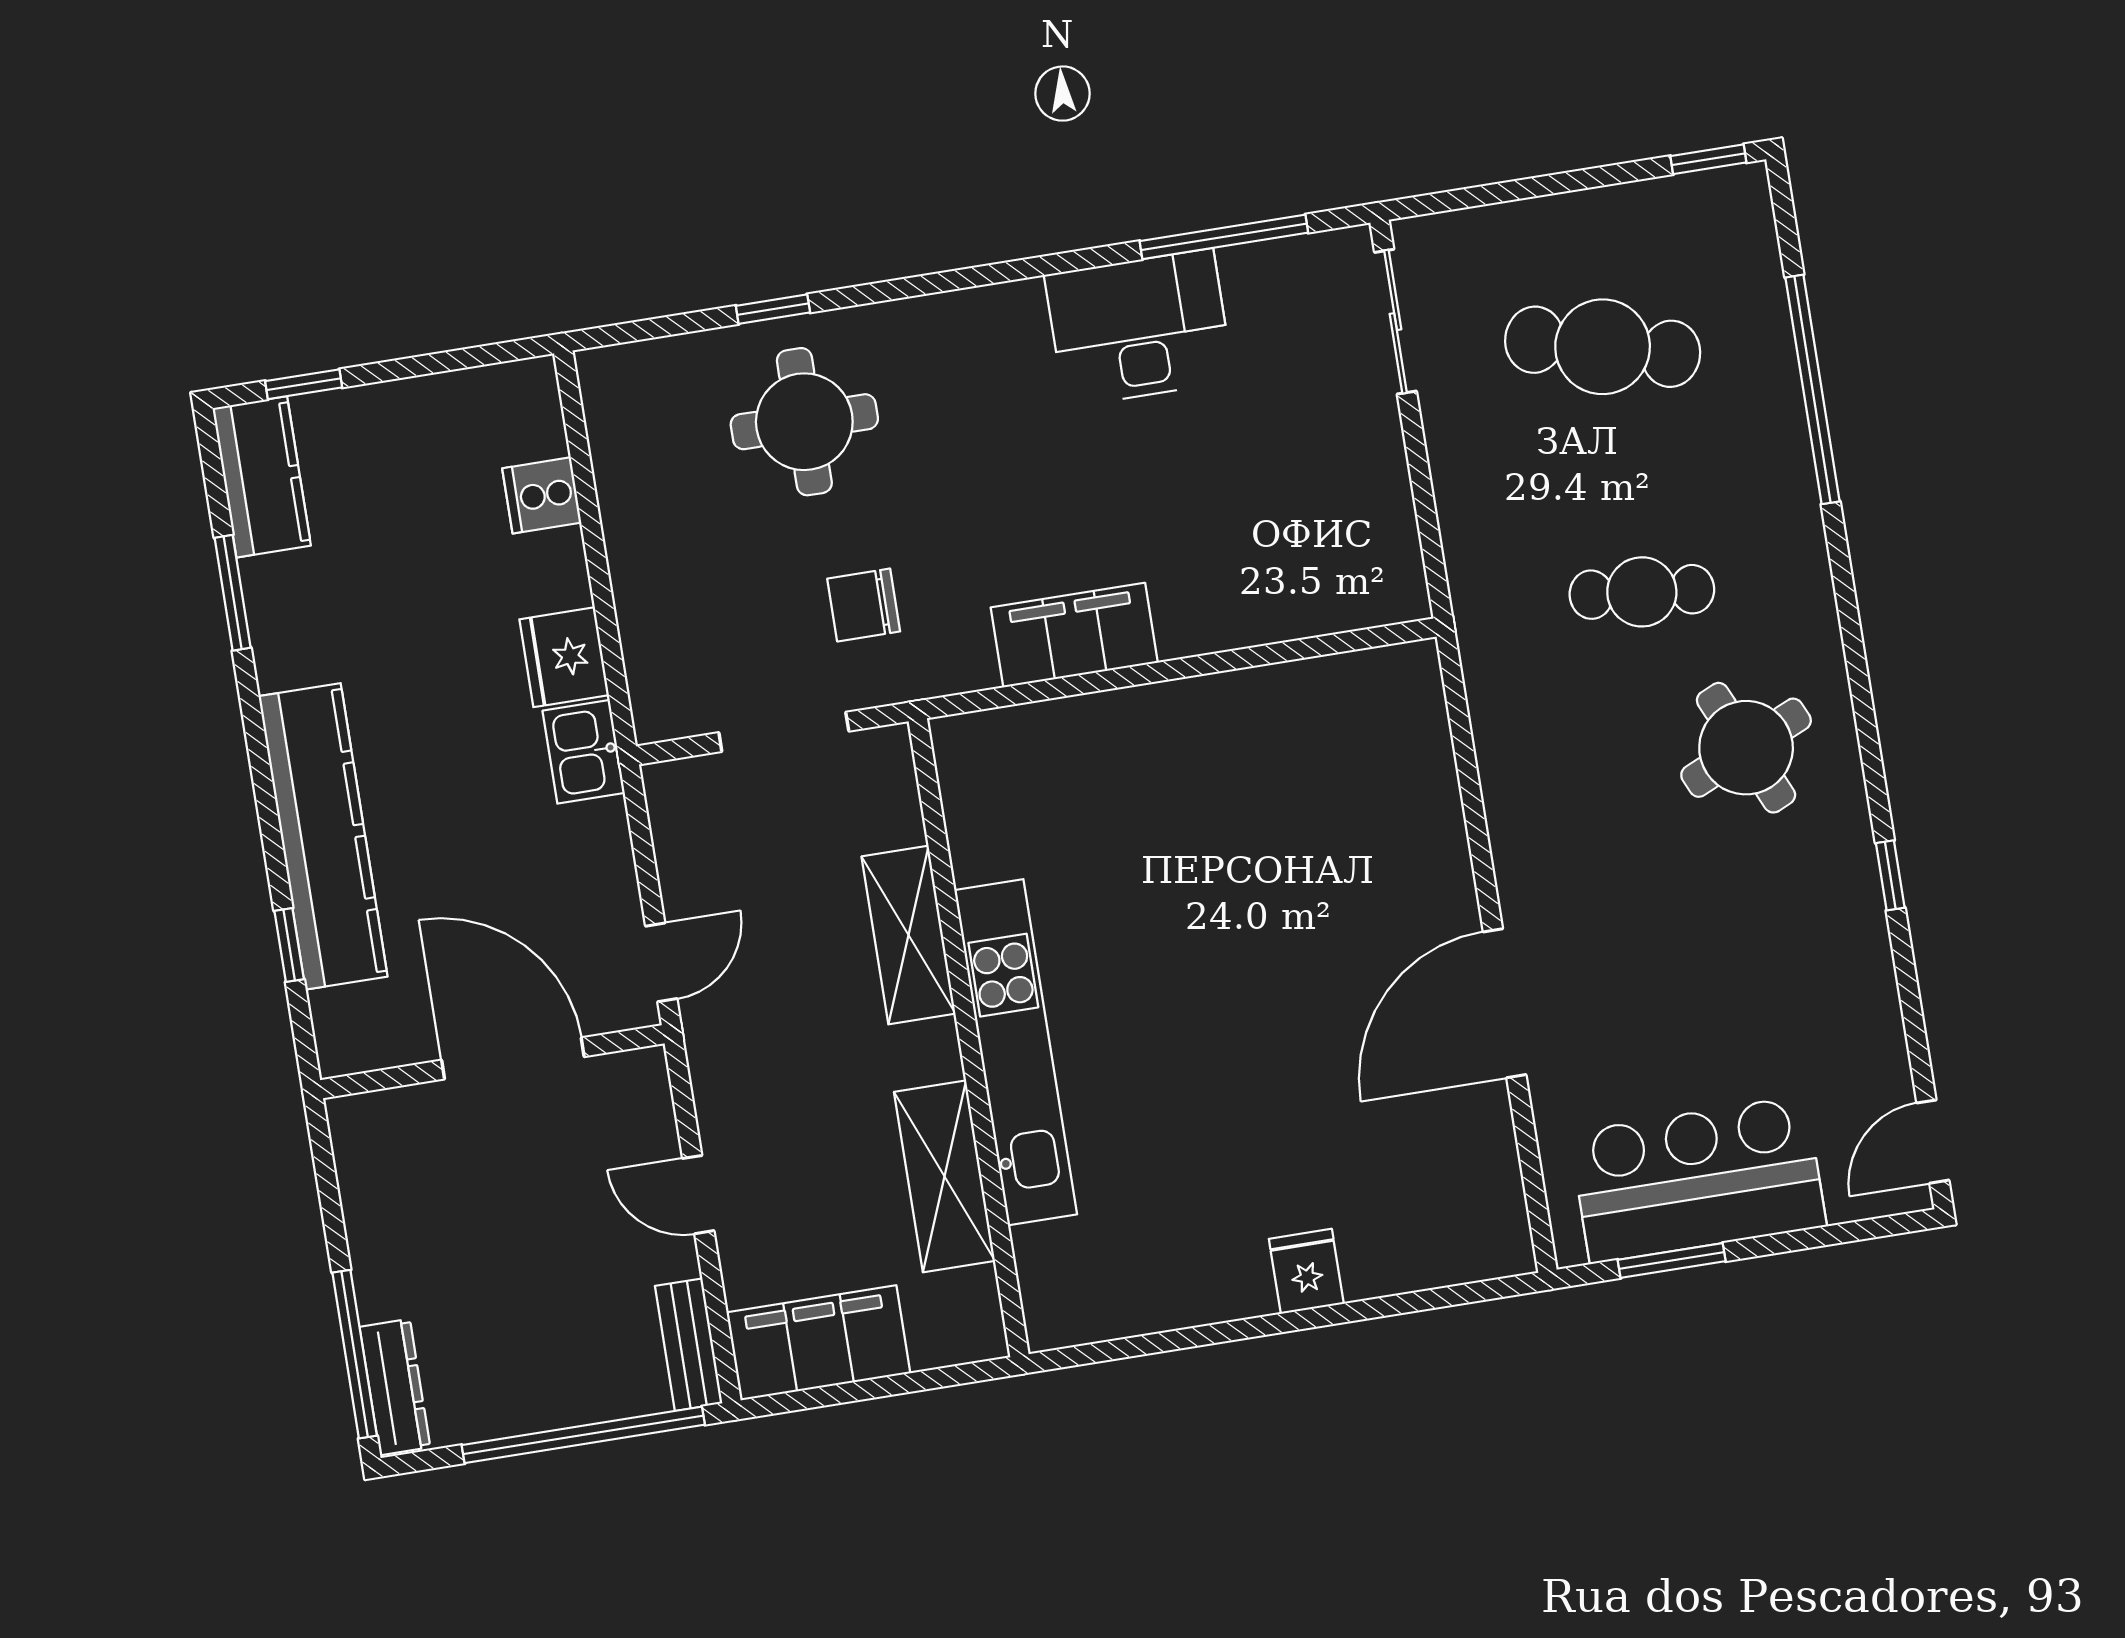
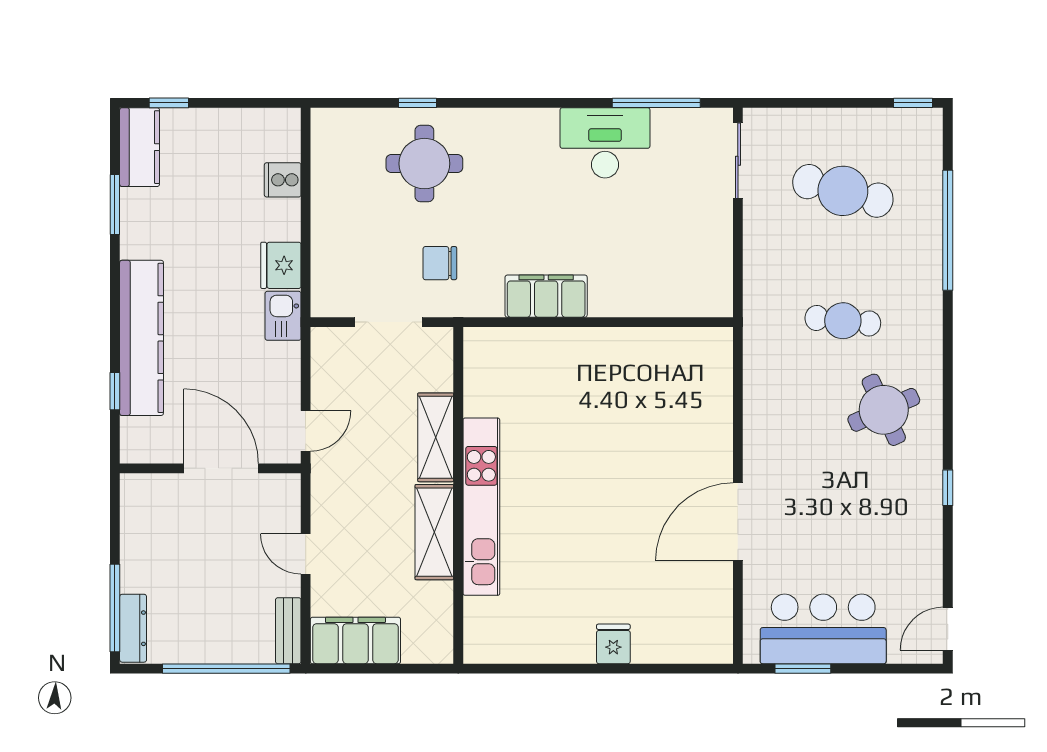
shelving: (945, 1176) -> (434, 532), moved

